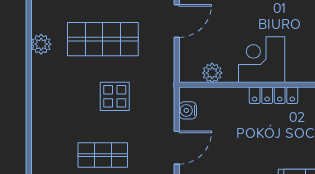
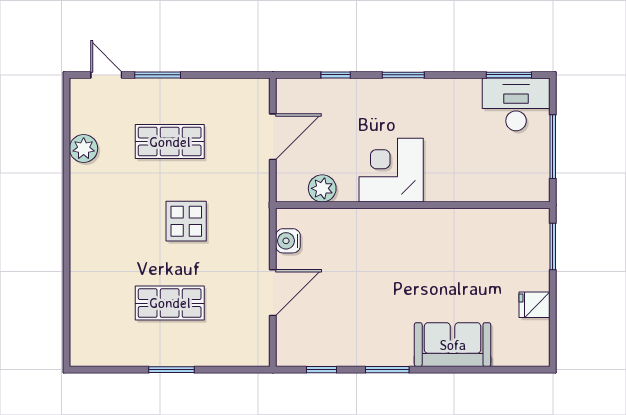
door: (177, 21) -> (273, 137), moved
shop shelf: (103, 39) -> (170, 142), width x0.70, depth x0.74
locker: (273, 95) -> (407, 220), removed

